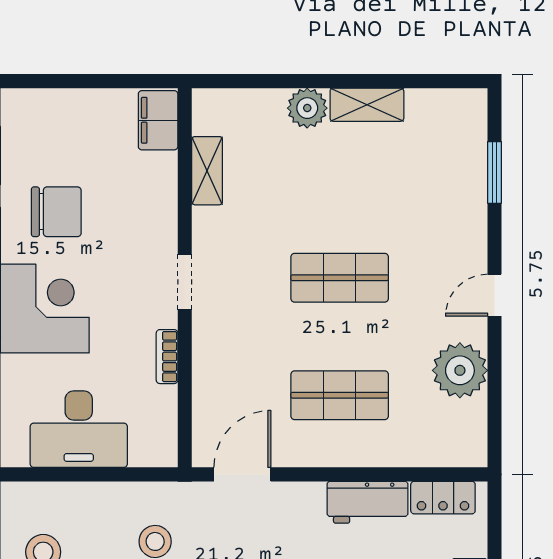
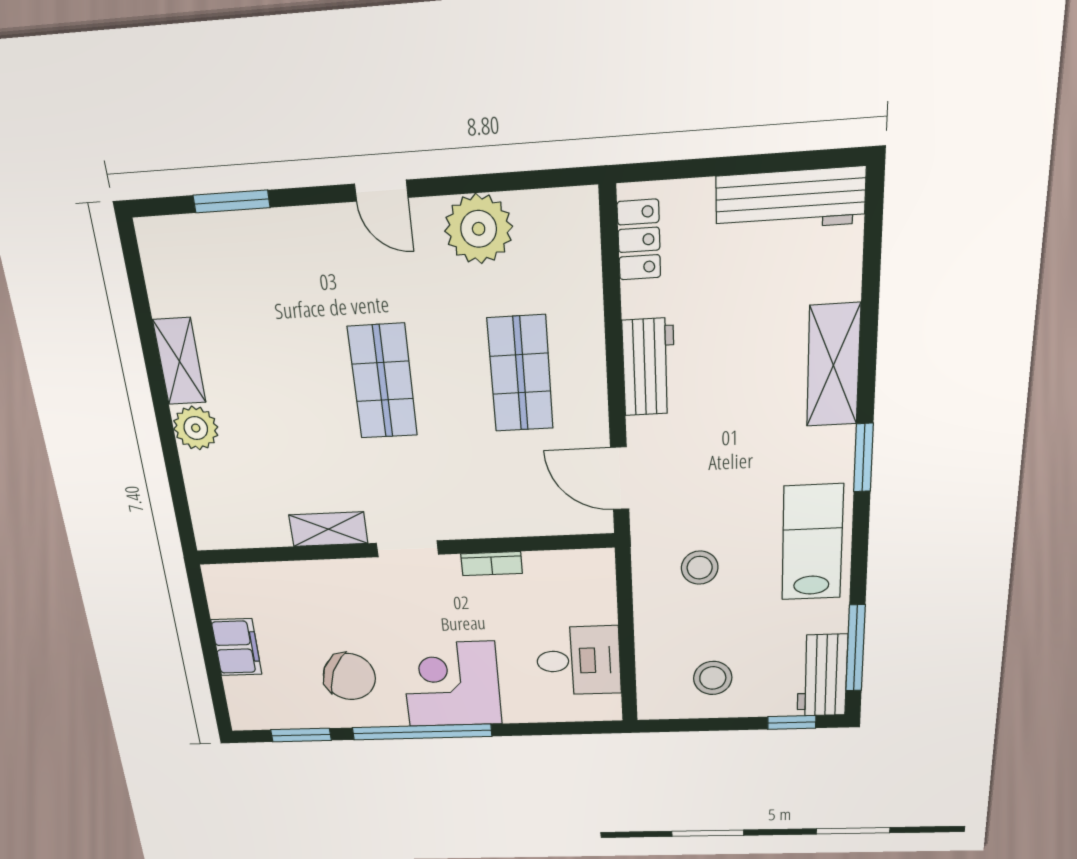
filing cabinet: (158, 120) -> (236, 647), moved, turned -90
shelving: (207, 171) -> (328, 529), moved
chair: (56, 212) -> (349, 677), turned 114
desk: (79, 429) -> (578, 661), width x0.73
workbench: (367, 502) -> (649, 367), moved

